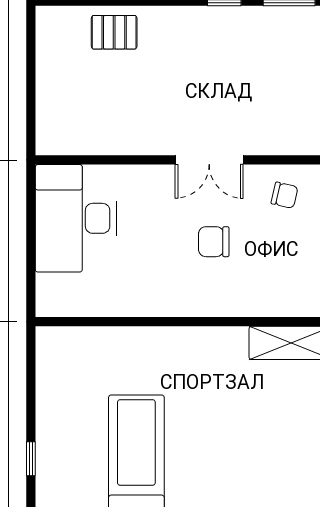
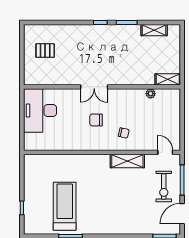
pallet: (114, 32) -> (45, 51), moved
chair: (285, 195) -> (124, 133), moved

